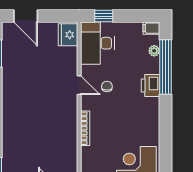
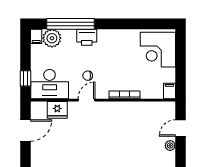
door: (26, 16) -> (26, 130), moved
fridge: (68, 35) -> (57, 110), moved
plant: (154, 51) -> (52, 38), width x1.87, depth x1.87

